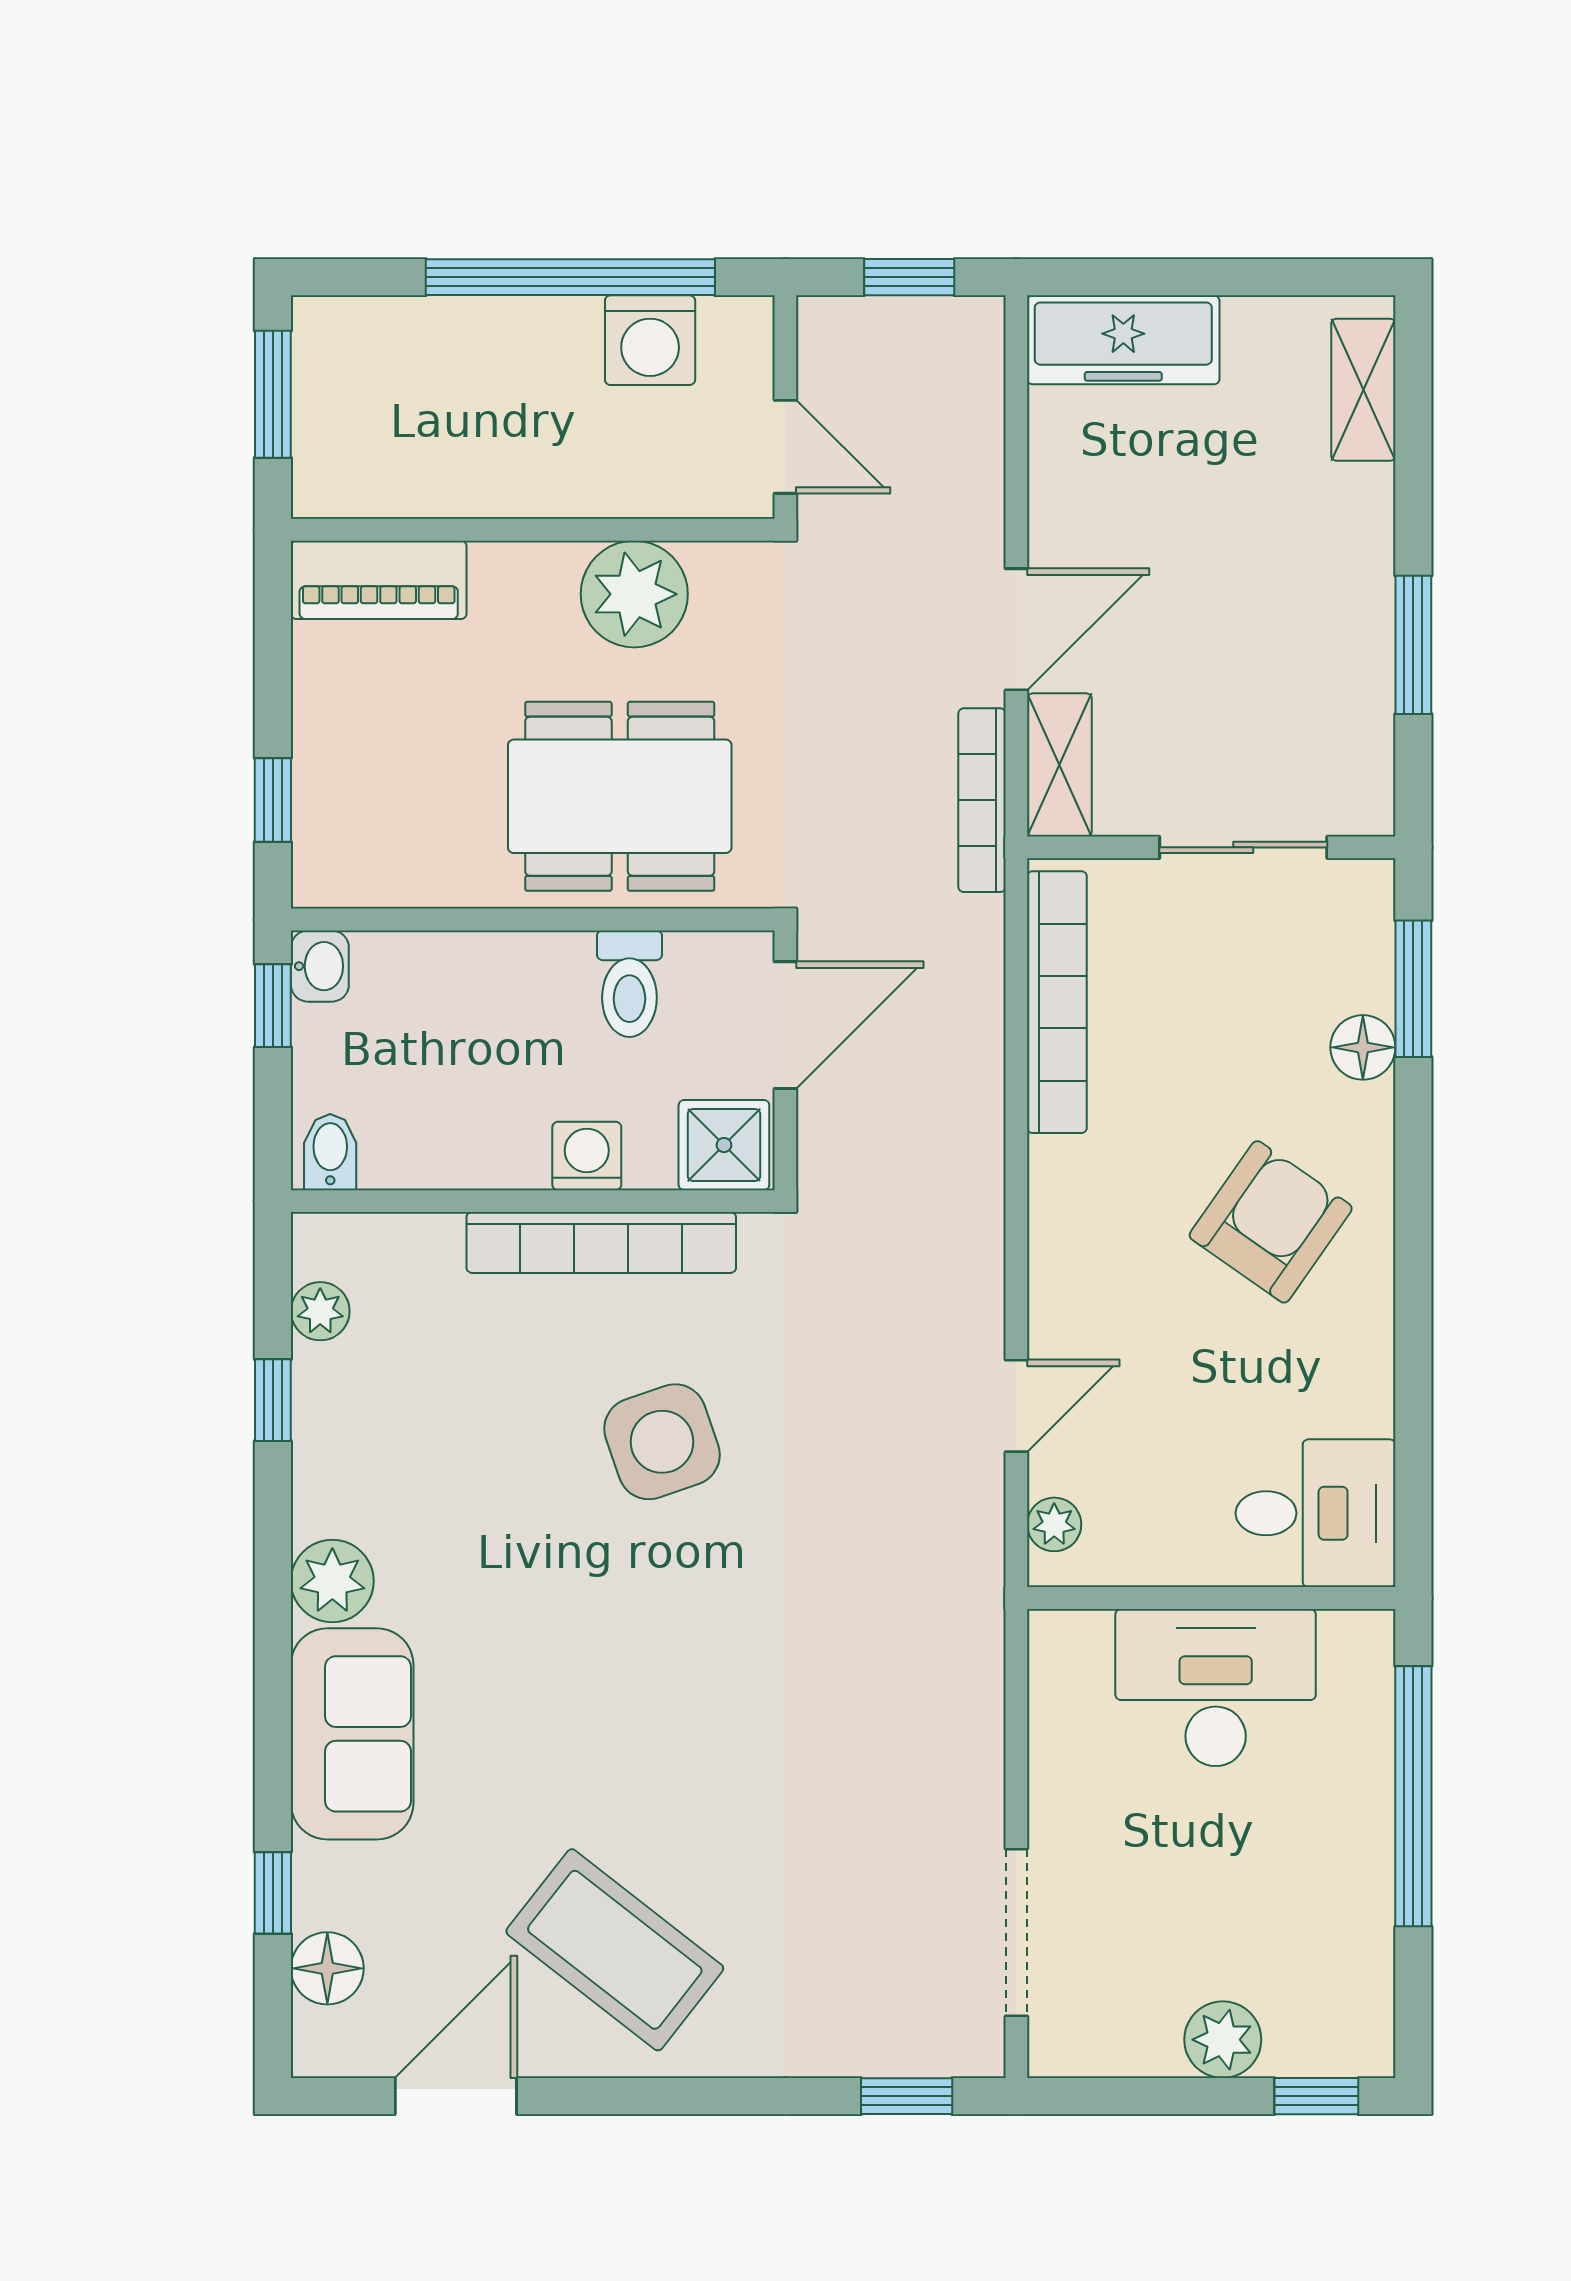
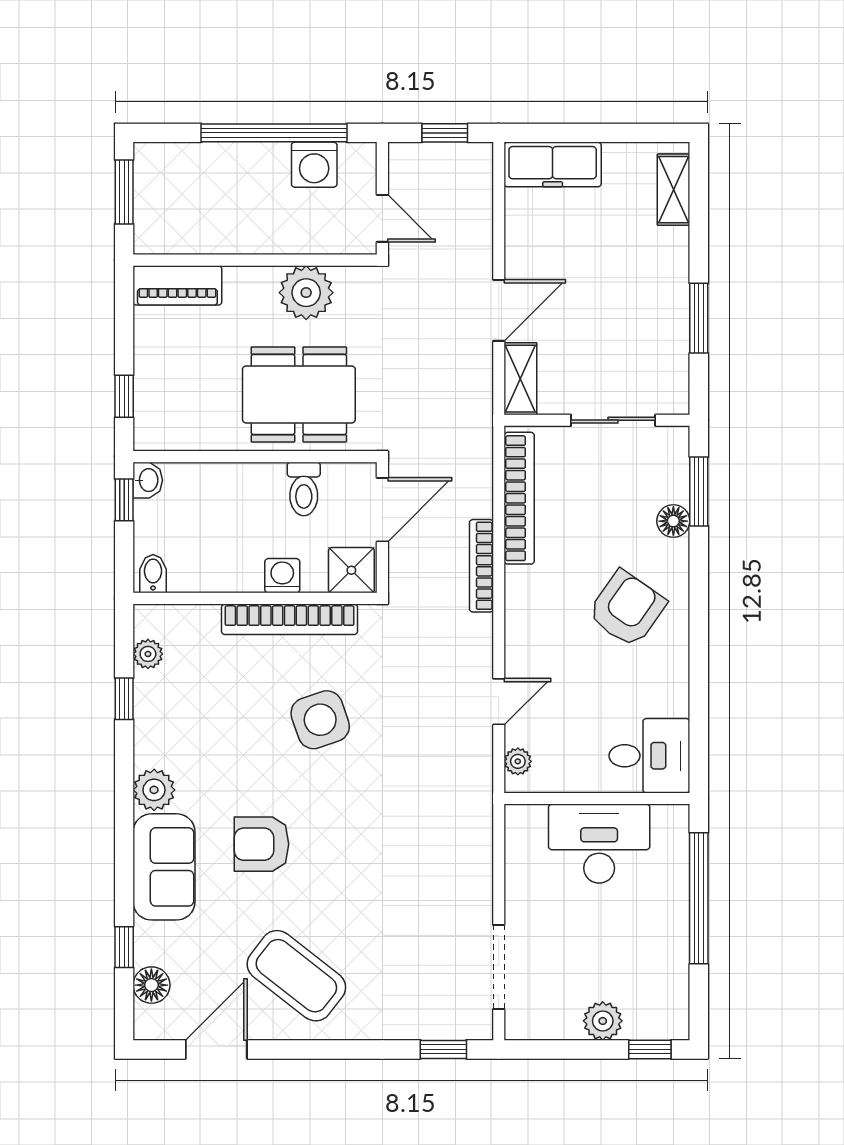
bookcase: (982, 800) -> (481, 566), moved
armchair: (546, 1689) -> (262, 844), added

